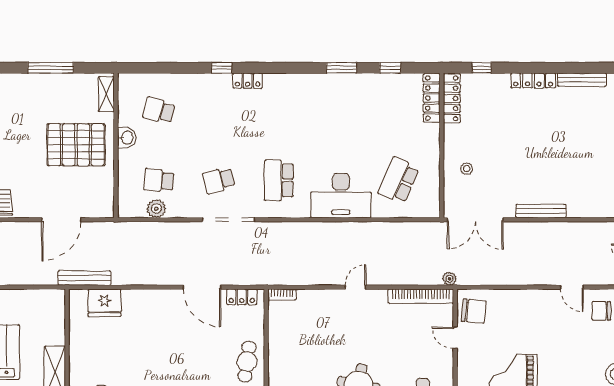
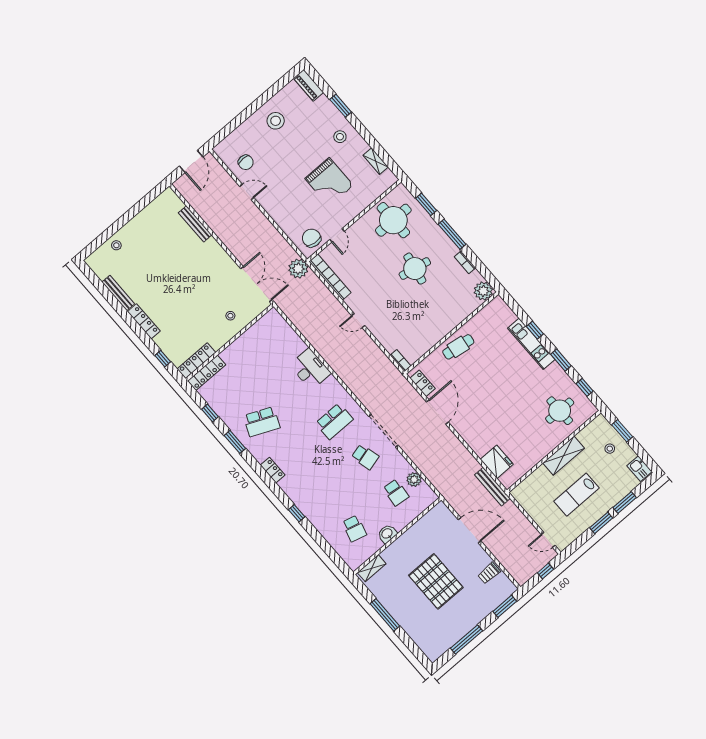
locker: (248, 81) -> (273, 470), moved
pallet: (76, 145) -> (436, 581), moved
school desk: (399, 180) -> (262, 422), moved
desk: (341, 196) -> (310, 369), width x0.73, depth x0.77
bench: (541, 211) -> (195, 224), moved
plant: (449, 279) -> (298, 269), width x1.87, depth x1.87
door: (572, 287) -> (247, 192), hinge flipped

